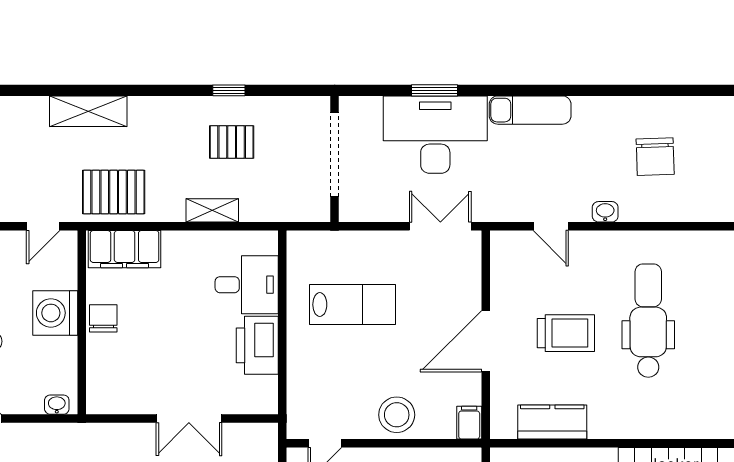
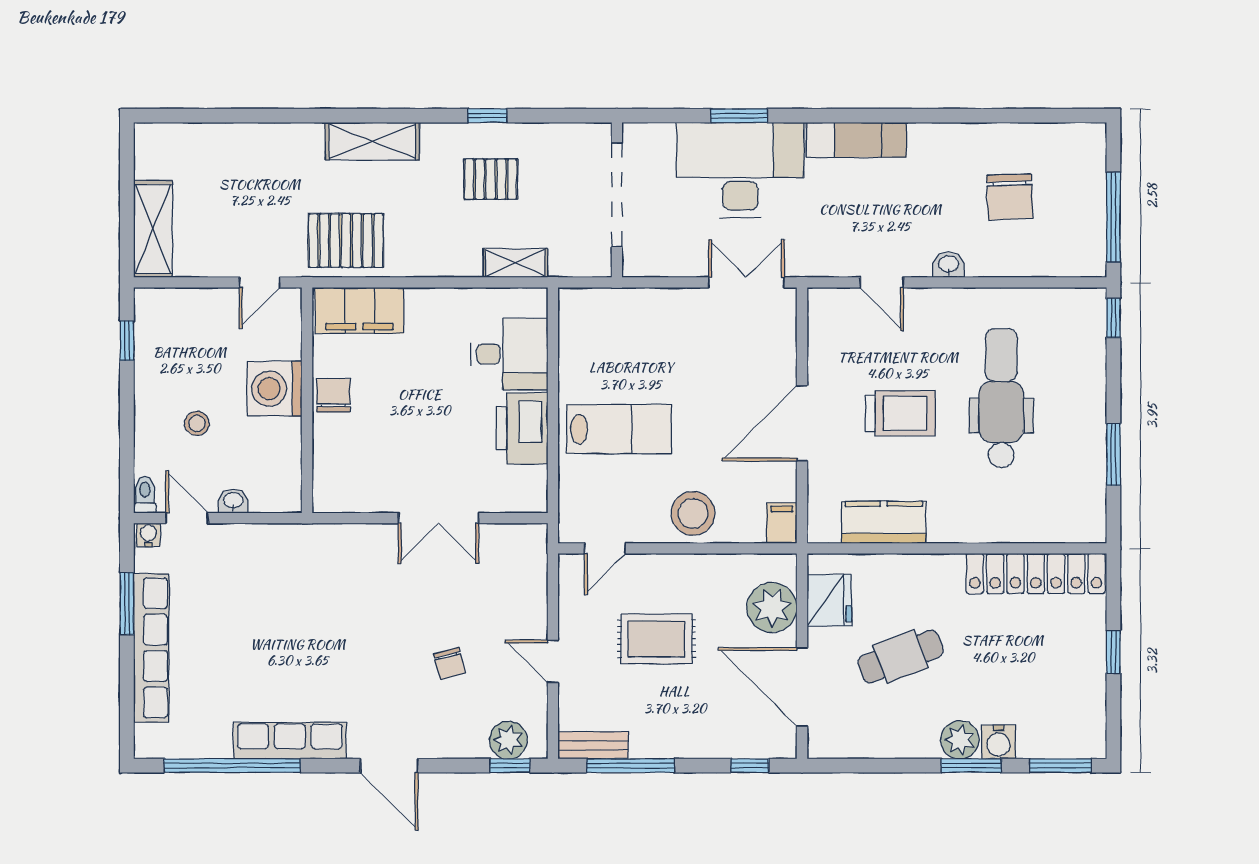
shelving: (88, 111) -> (372, 141), moved
shelving: (212, 210) -> (515, 263), moved
lab bench: (352, 305) -> (619, 429), moved
washbasin: (57, 405) -> (233, 501), moved

